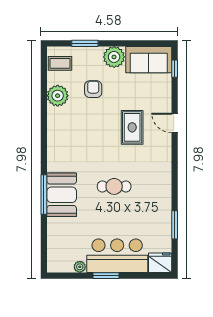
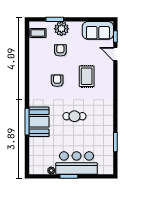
plant: (114, 57) -> (61, 29), moved
plant: (58, 96) -> (36, 55), removed
door: (175, 123) -> (115, 54), moved
armchair: (89, 134) -> (57, 81), added
fridge: (160, 263) -> (106, 168), removed

